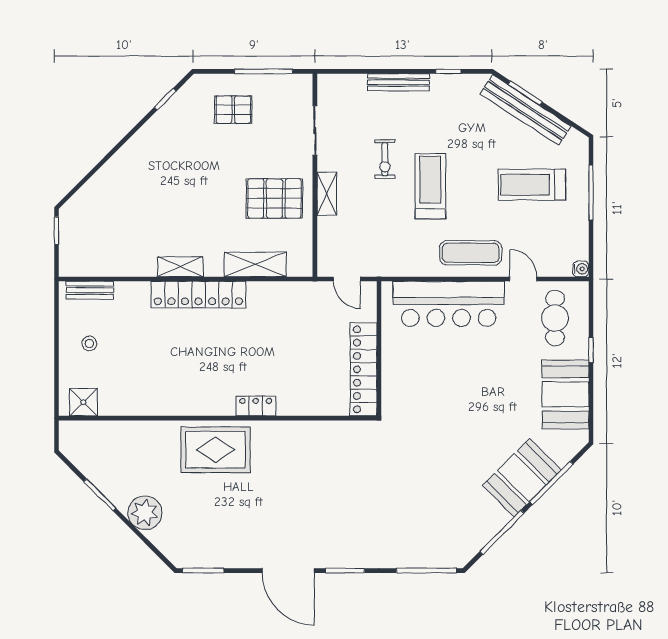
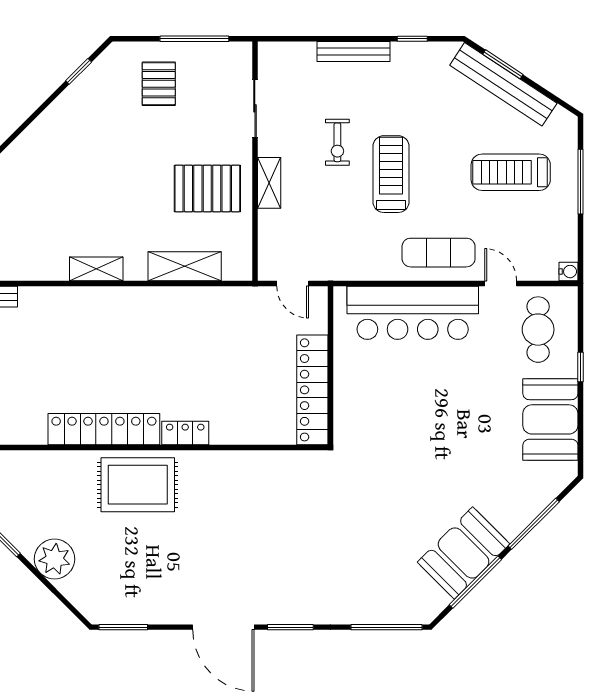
pallet: (233, 110) -> (159, 84), turned 90
locker: (198, 295) -> (104, 429), moved, turned 180
booth: (522, 478) -> (464, 553), moved

